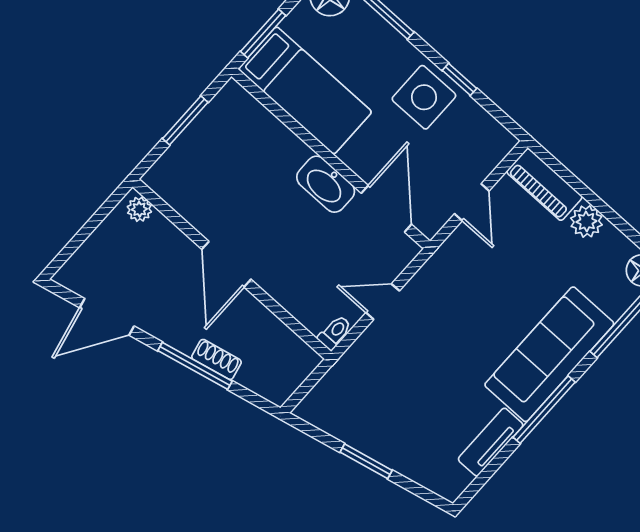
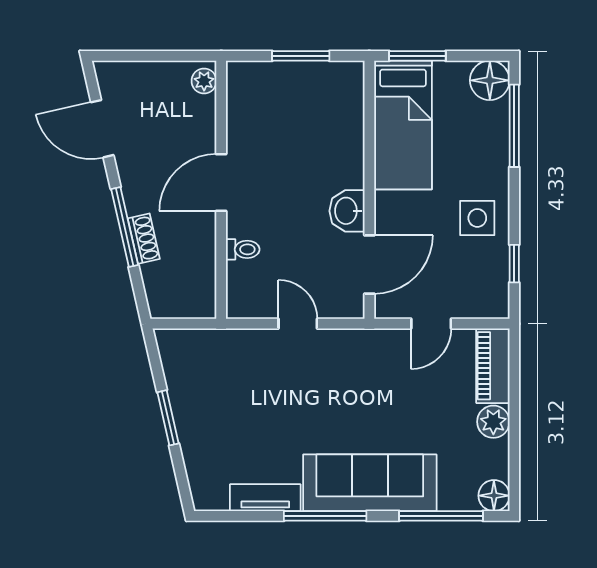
window: (460, 79) -> (514, 264), moved
side table: (424, 97) -> (477, 218), width x0.73, depth x0.73
washbasin: (326, 184) -> (347, 211), width x0.72
toilet: (335, 333) -> (243, 249), moved

